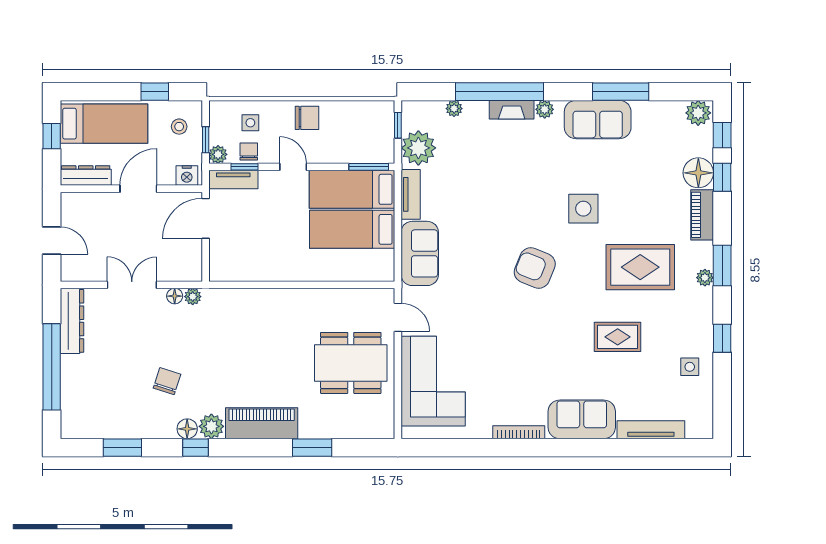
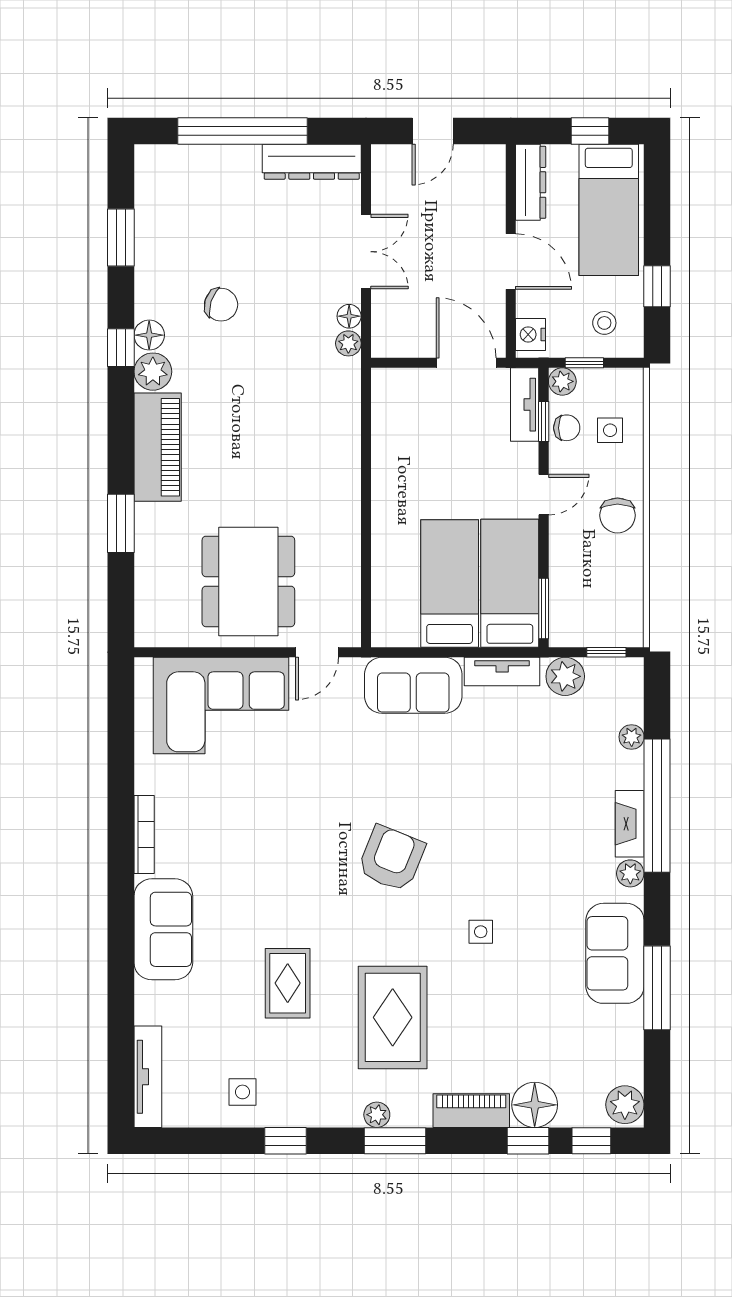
plant: (418, 148) -> (565, 676), width x0.73, depth x0.73
side table: (583, 209) -> (481, 932), width x0.54, depth x0.54
tv unit: (651, 430) -> (148, 1077), moved

